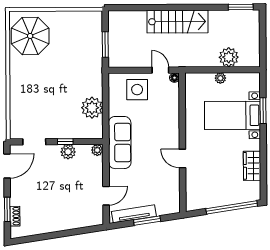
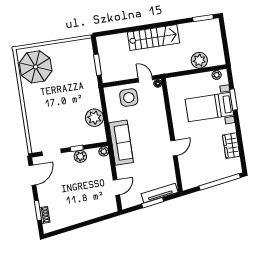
plant: (220, 78) -> (217, 75), moved
door: (182, 158) -> (174, 148), swing flipped
tv unit: (134, 214) -> (160, 193), moved

